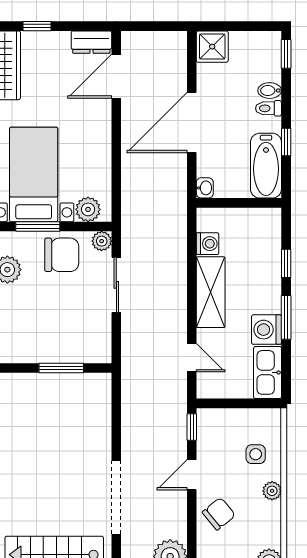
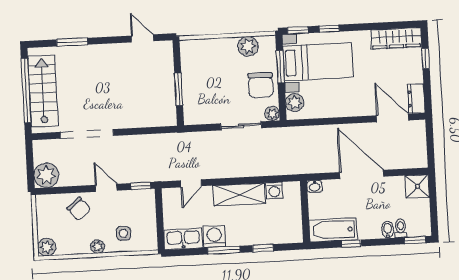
toilet: (268, 108) -> (401, 228), moved

